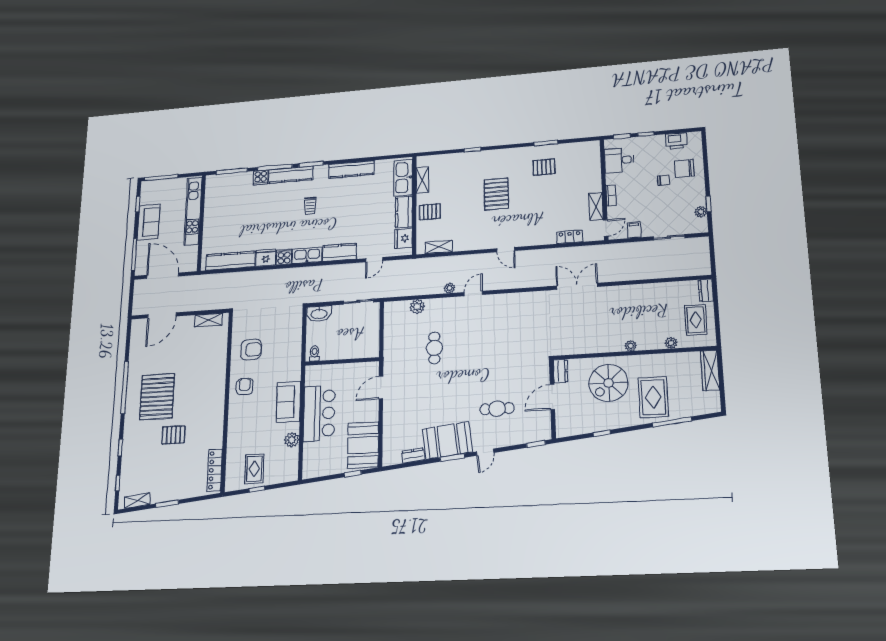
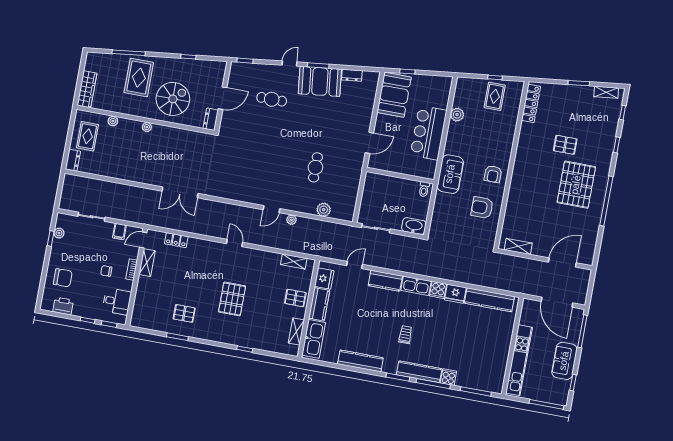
chair: (663, 180) -> (106, 271), moved
sofa: (288, 402) -> (450, 174), moved

